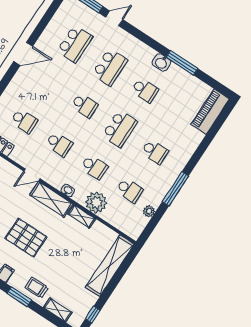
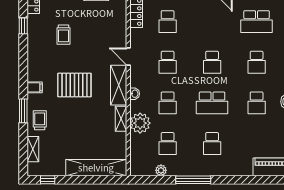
school desk: (110, 67) -> (257, 62), width x0.54
pallet: (26, 238) -> (74, 85), turned 90

